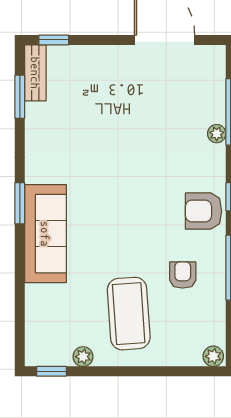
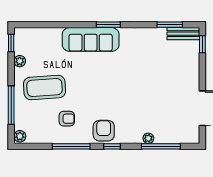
window: (159, 371) -> (11, 105), added

